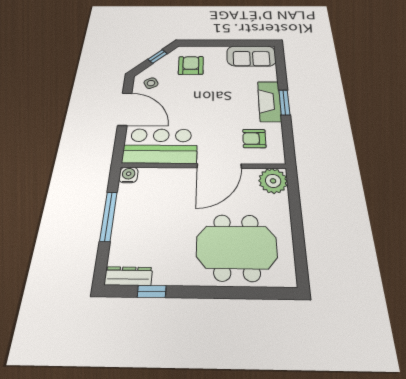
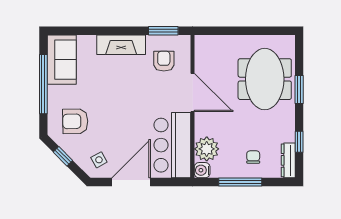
window: (227, 43) -> (43, 84), added
window: (284, 102) -> (163, 31), moved
armchair: (254, 139) -> (164, 61), turned 180
plant: (273, 181) -> (207, 149), moved
chair: (138, 232) -> (253, 157), added
window: (223, 292) -> (299, 89), added

